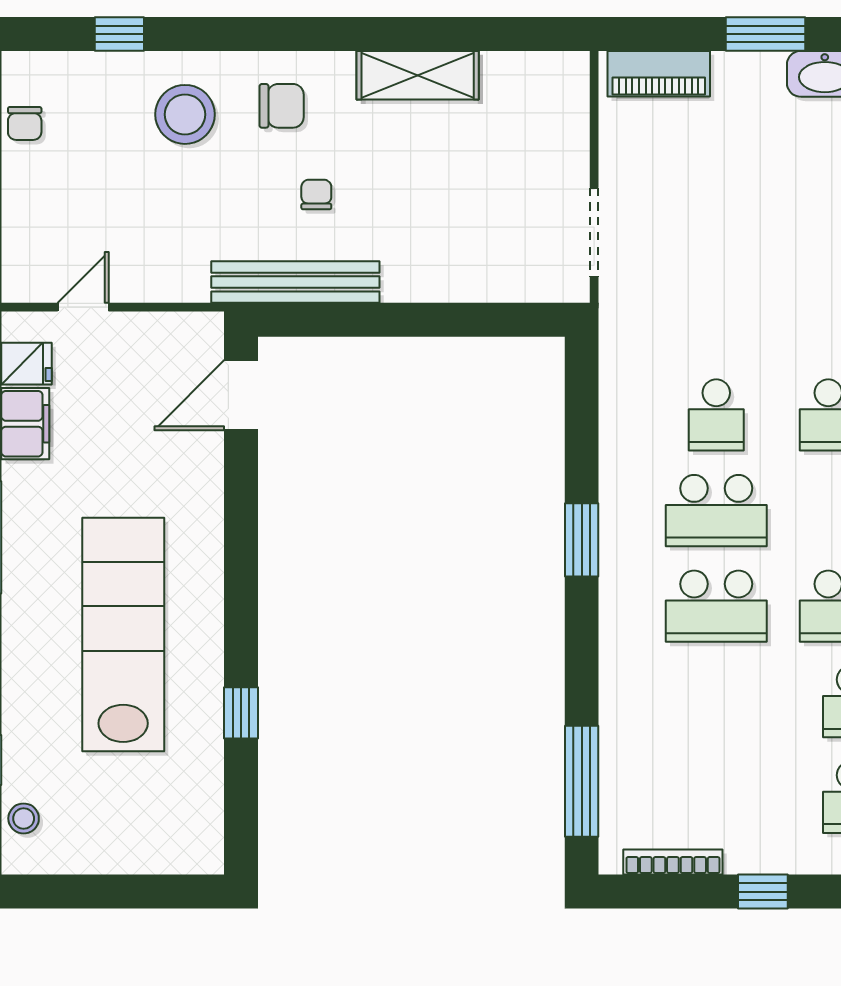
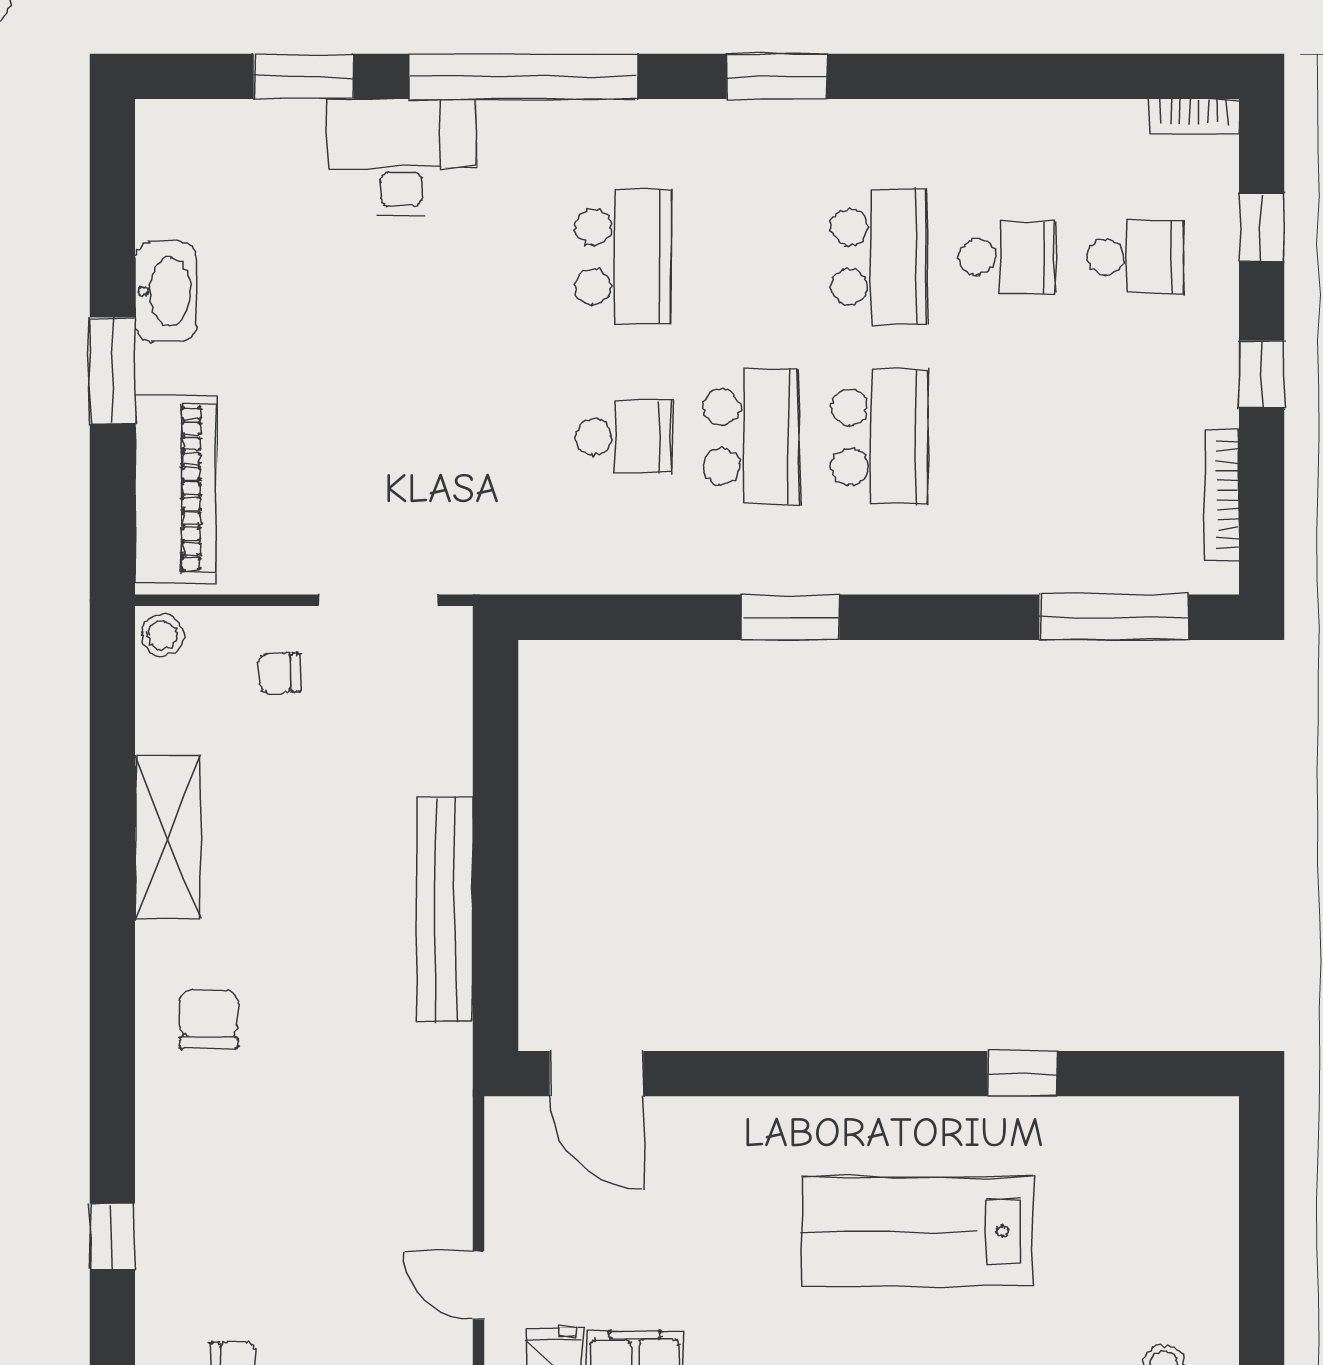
piano: (659, 74) -> (176, 489), width x1.37, depth x1.33
stool: (185, 114) -> (162, 635), moved, width x0.53, depth x0.53
chair: (316, 194) -> (280, 673), moved
bench: (295, 282) -> (445, 909), moved
lab bench: (123, 635) -> (917, 1232), width x0.73

